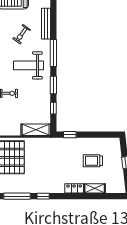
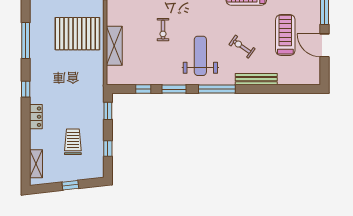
shelving: (36, 130) -> (114, 46), moved
window: (98, 135) -> (108, 148), added
shelving: (95, 188) -> (36, 164), moved
window: (43, 196) -> (26, 89), moved

